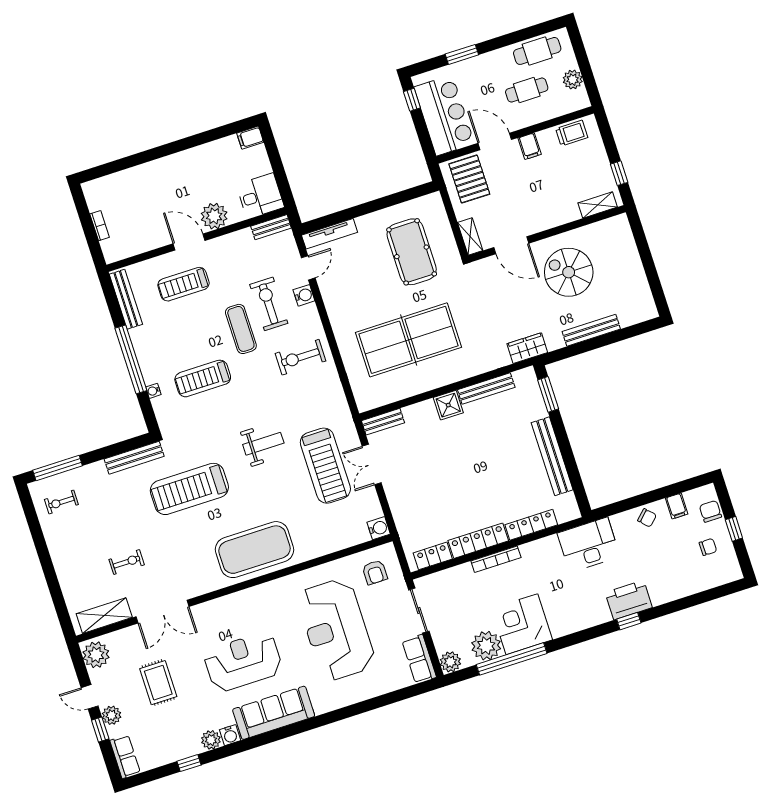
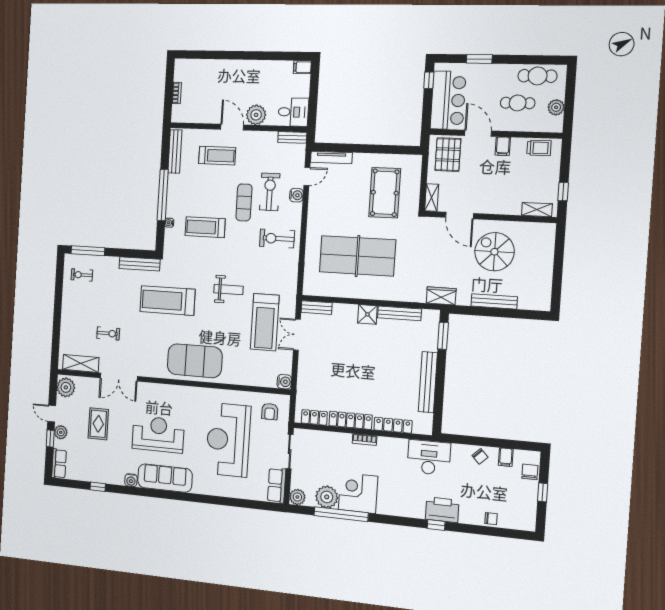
treadmill: (183, 284) -> (217, 156), turned 180
chair: (708, 547) -> (491, 519), moved
bookcase: (496, 559) -> (365, 440), width x0.64
plant: (211, 740) -> (117, 478), removed

